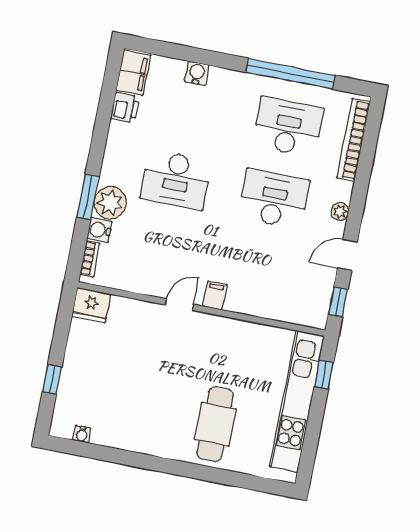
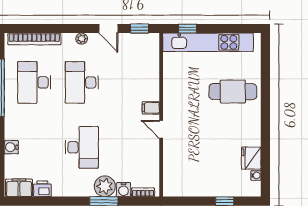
fridge: (91, 305) -> (251, 158), moved, turned 180

